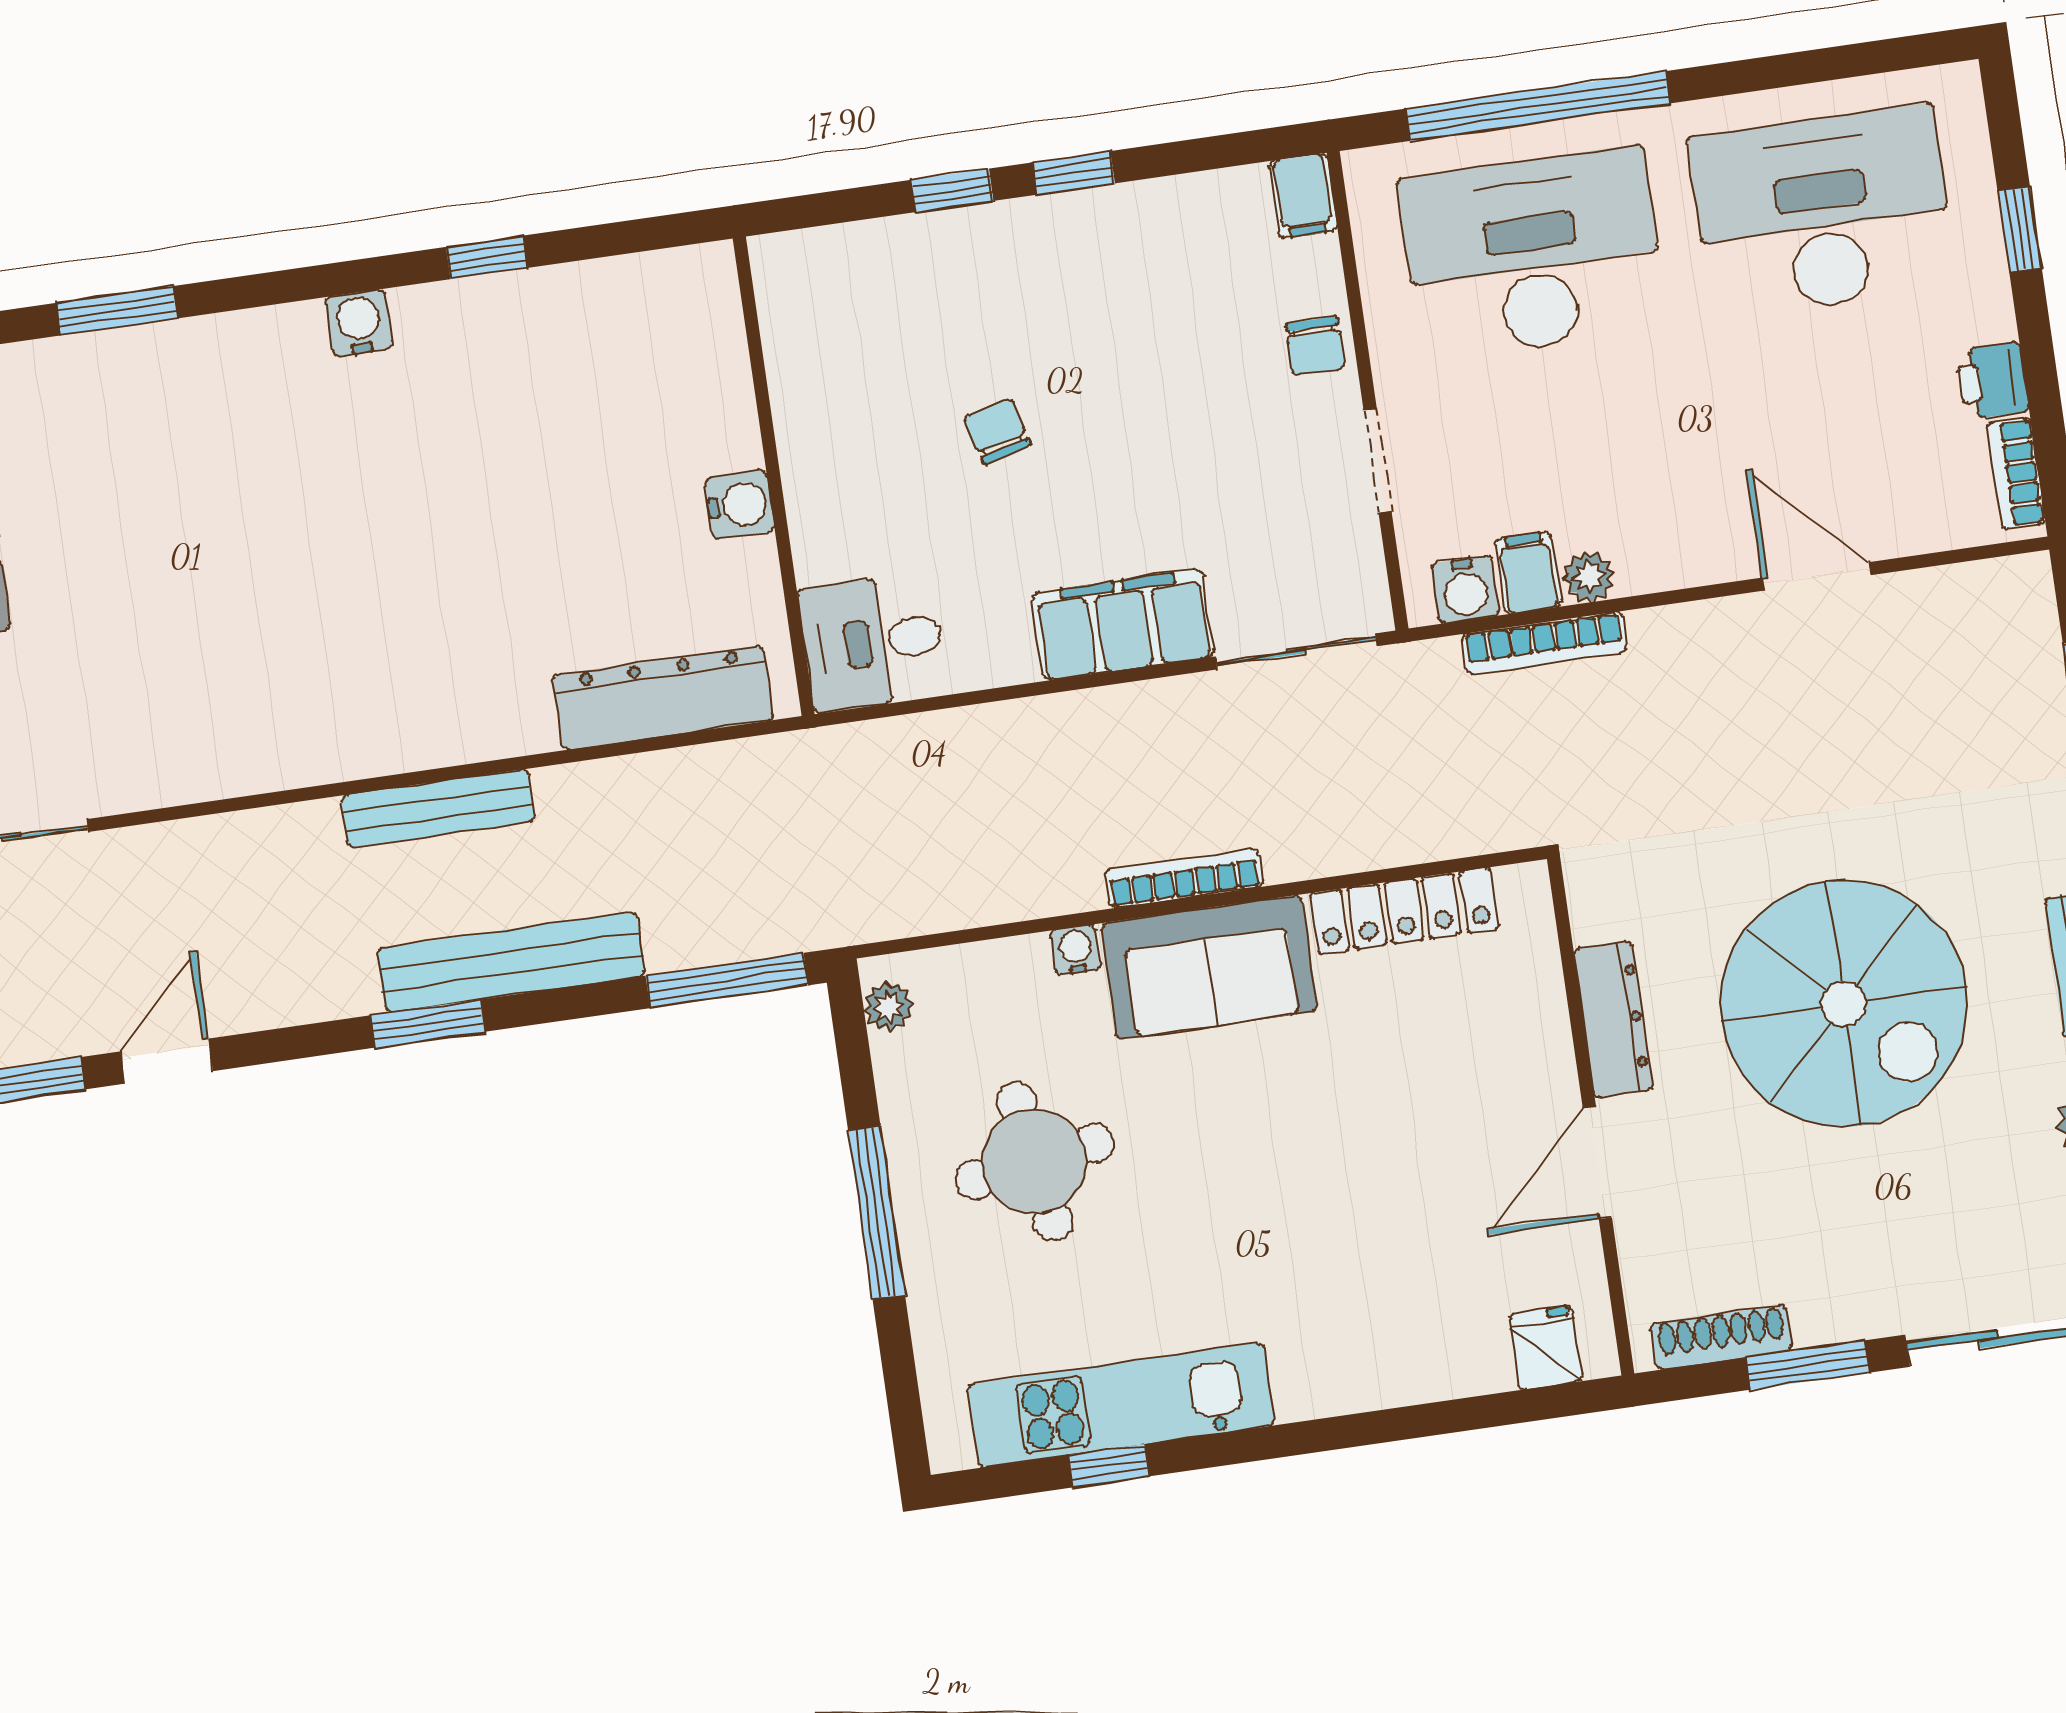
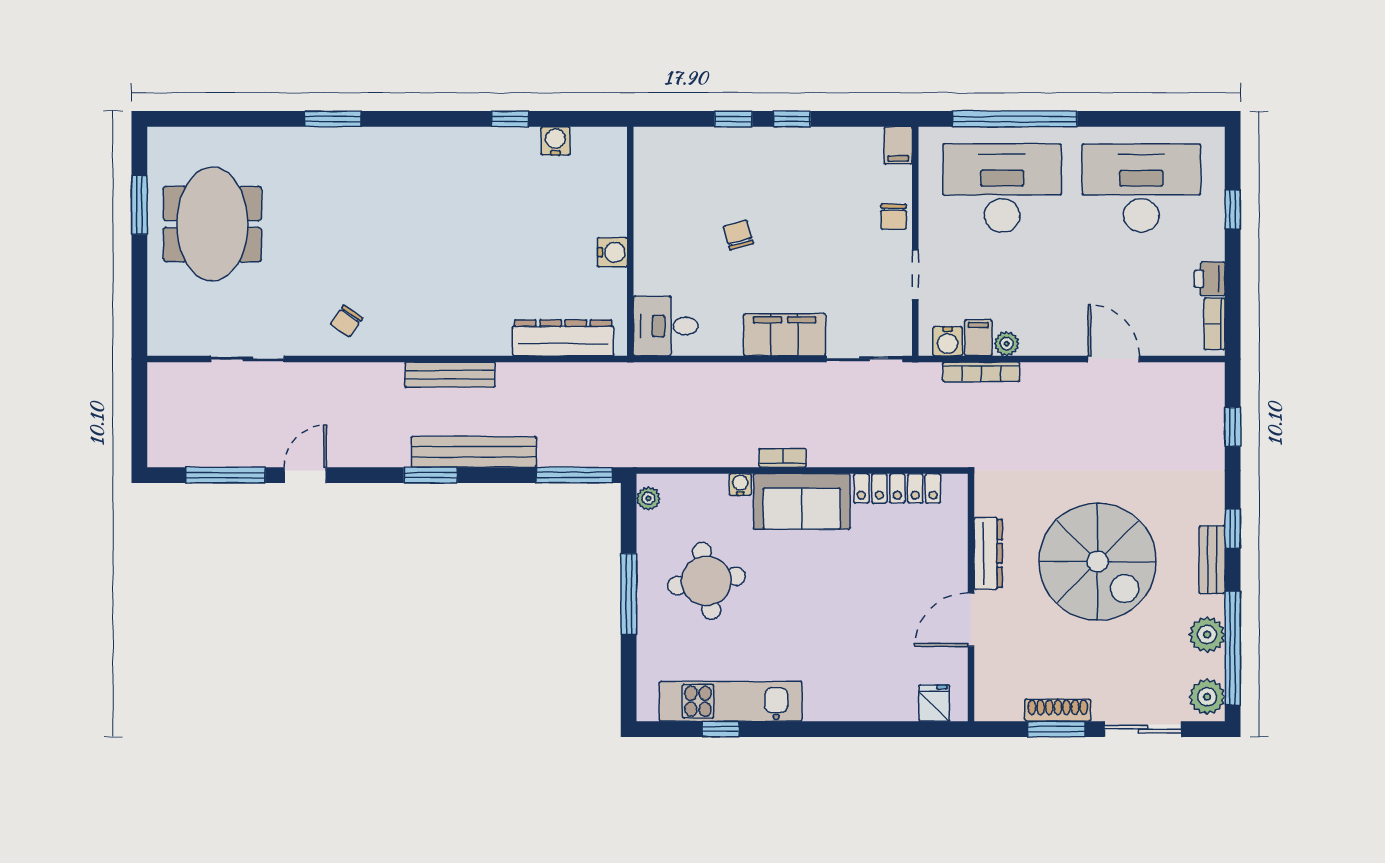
water cooler: (359, 323) -> (555, 141), moved
chair: (206, 728) -> (346, 321), added
bookcase: (1184, 878) -> (783, 458), width x0.64
shoe rack: (1722, 1337) -> (1058, 710), moved

